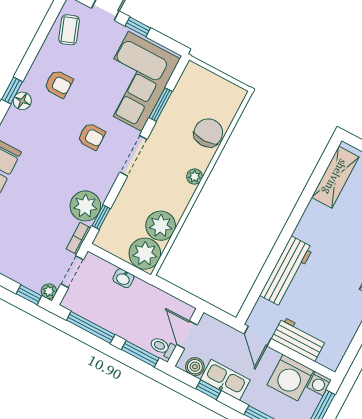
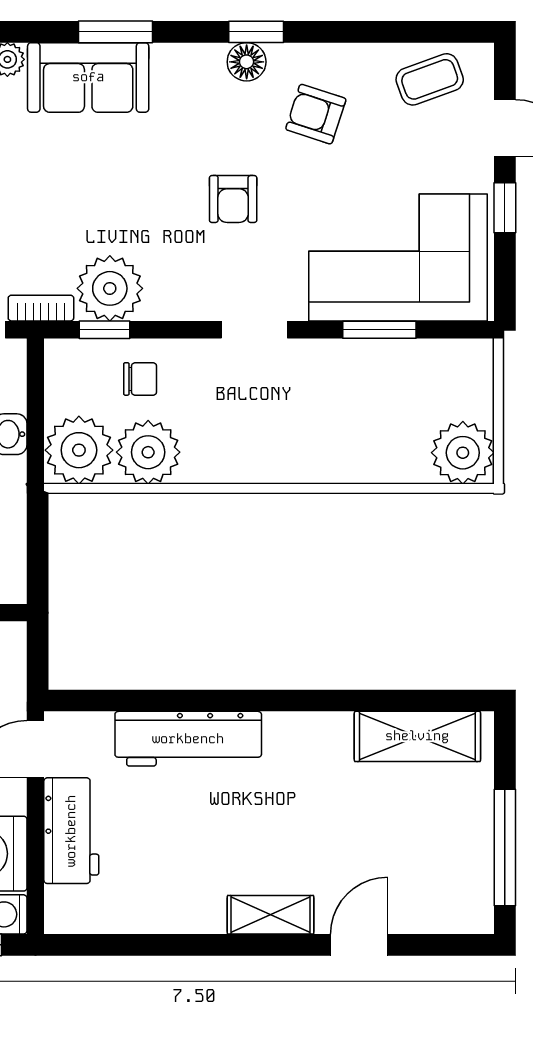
armchair: (59, 84) -> (316, 114), turned 108
chair: (208, 133) -> (140, 379), moved, width x0.54, depth x0.54
armchair: (91, 136) -> (233, 199), moved
doorway: (134, 156) -> (254, 330), width x0.73
plant: (195, 177) -> (463, 453), moved, width x1.87, depth x1.87

